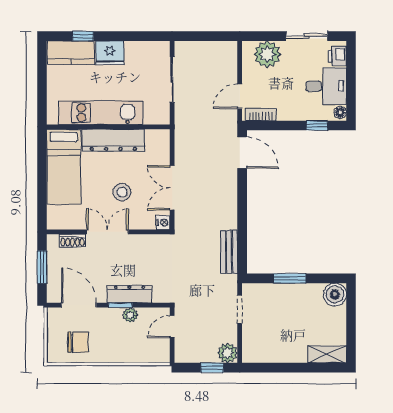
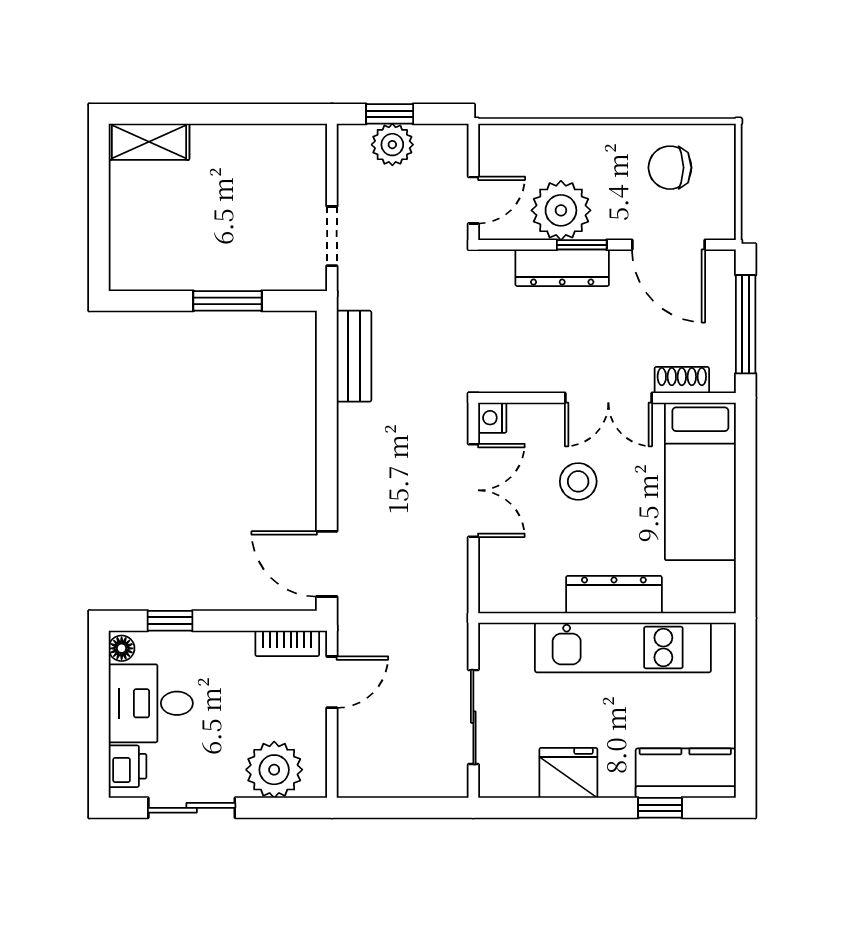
fridge: (110, 53) -> (568, 773), moved
dresser: (113, 140) -> (614, 595), width x0.73, depth x0.80
bed: (64, 167) -> (700, 481), moved, turned 180
window: (42, 267) -> (746, 324), width x1.44
boiler: (335, 294) -> (133, 267), removed
plant: (130, 315) -> (561, 210), width x1.88, depth x1.88
plant: (227, 353) -> (392, 145), moved

